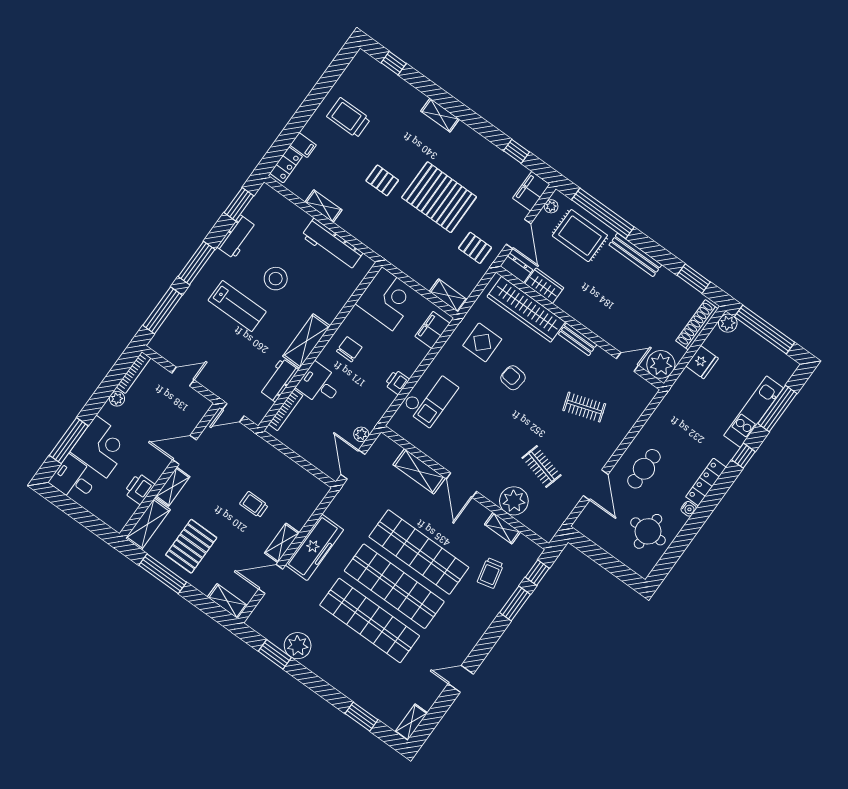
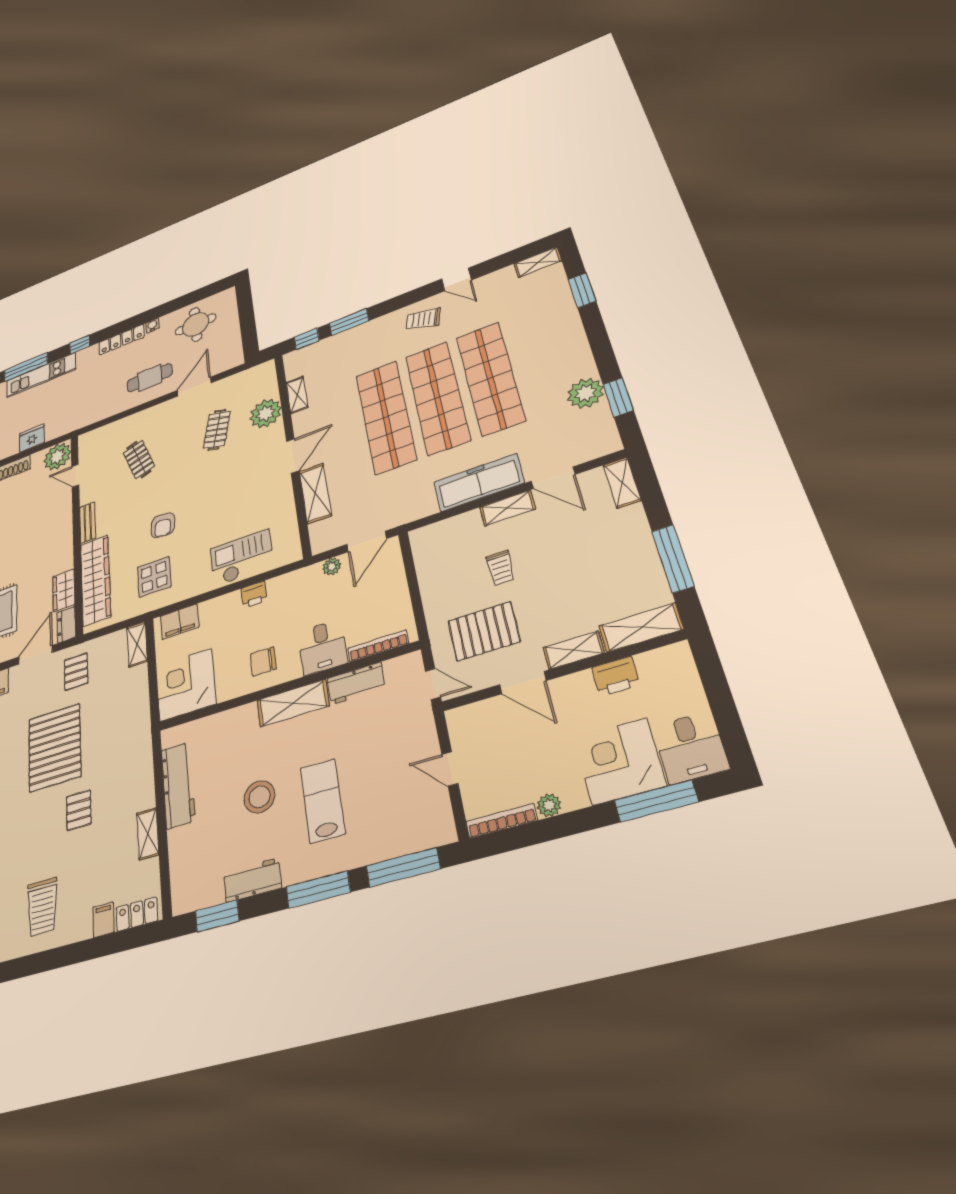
pallet: (191, 546) -> (484, 631), moved
trolley: (490, 573) -> (423, 319), moved, turned -151

